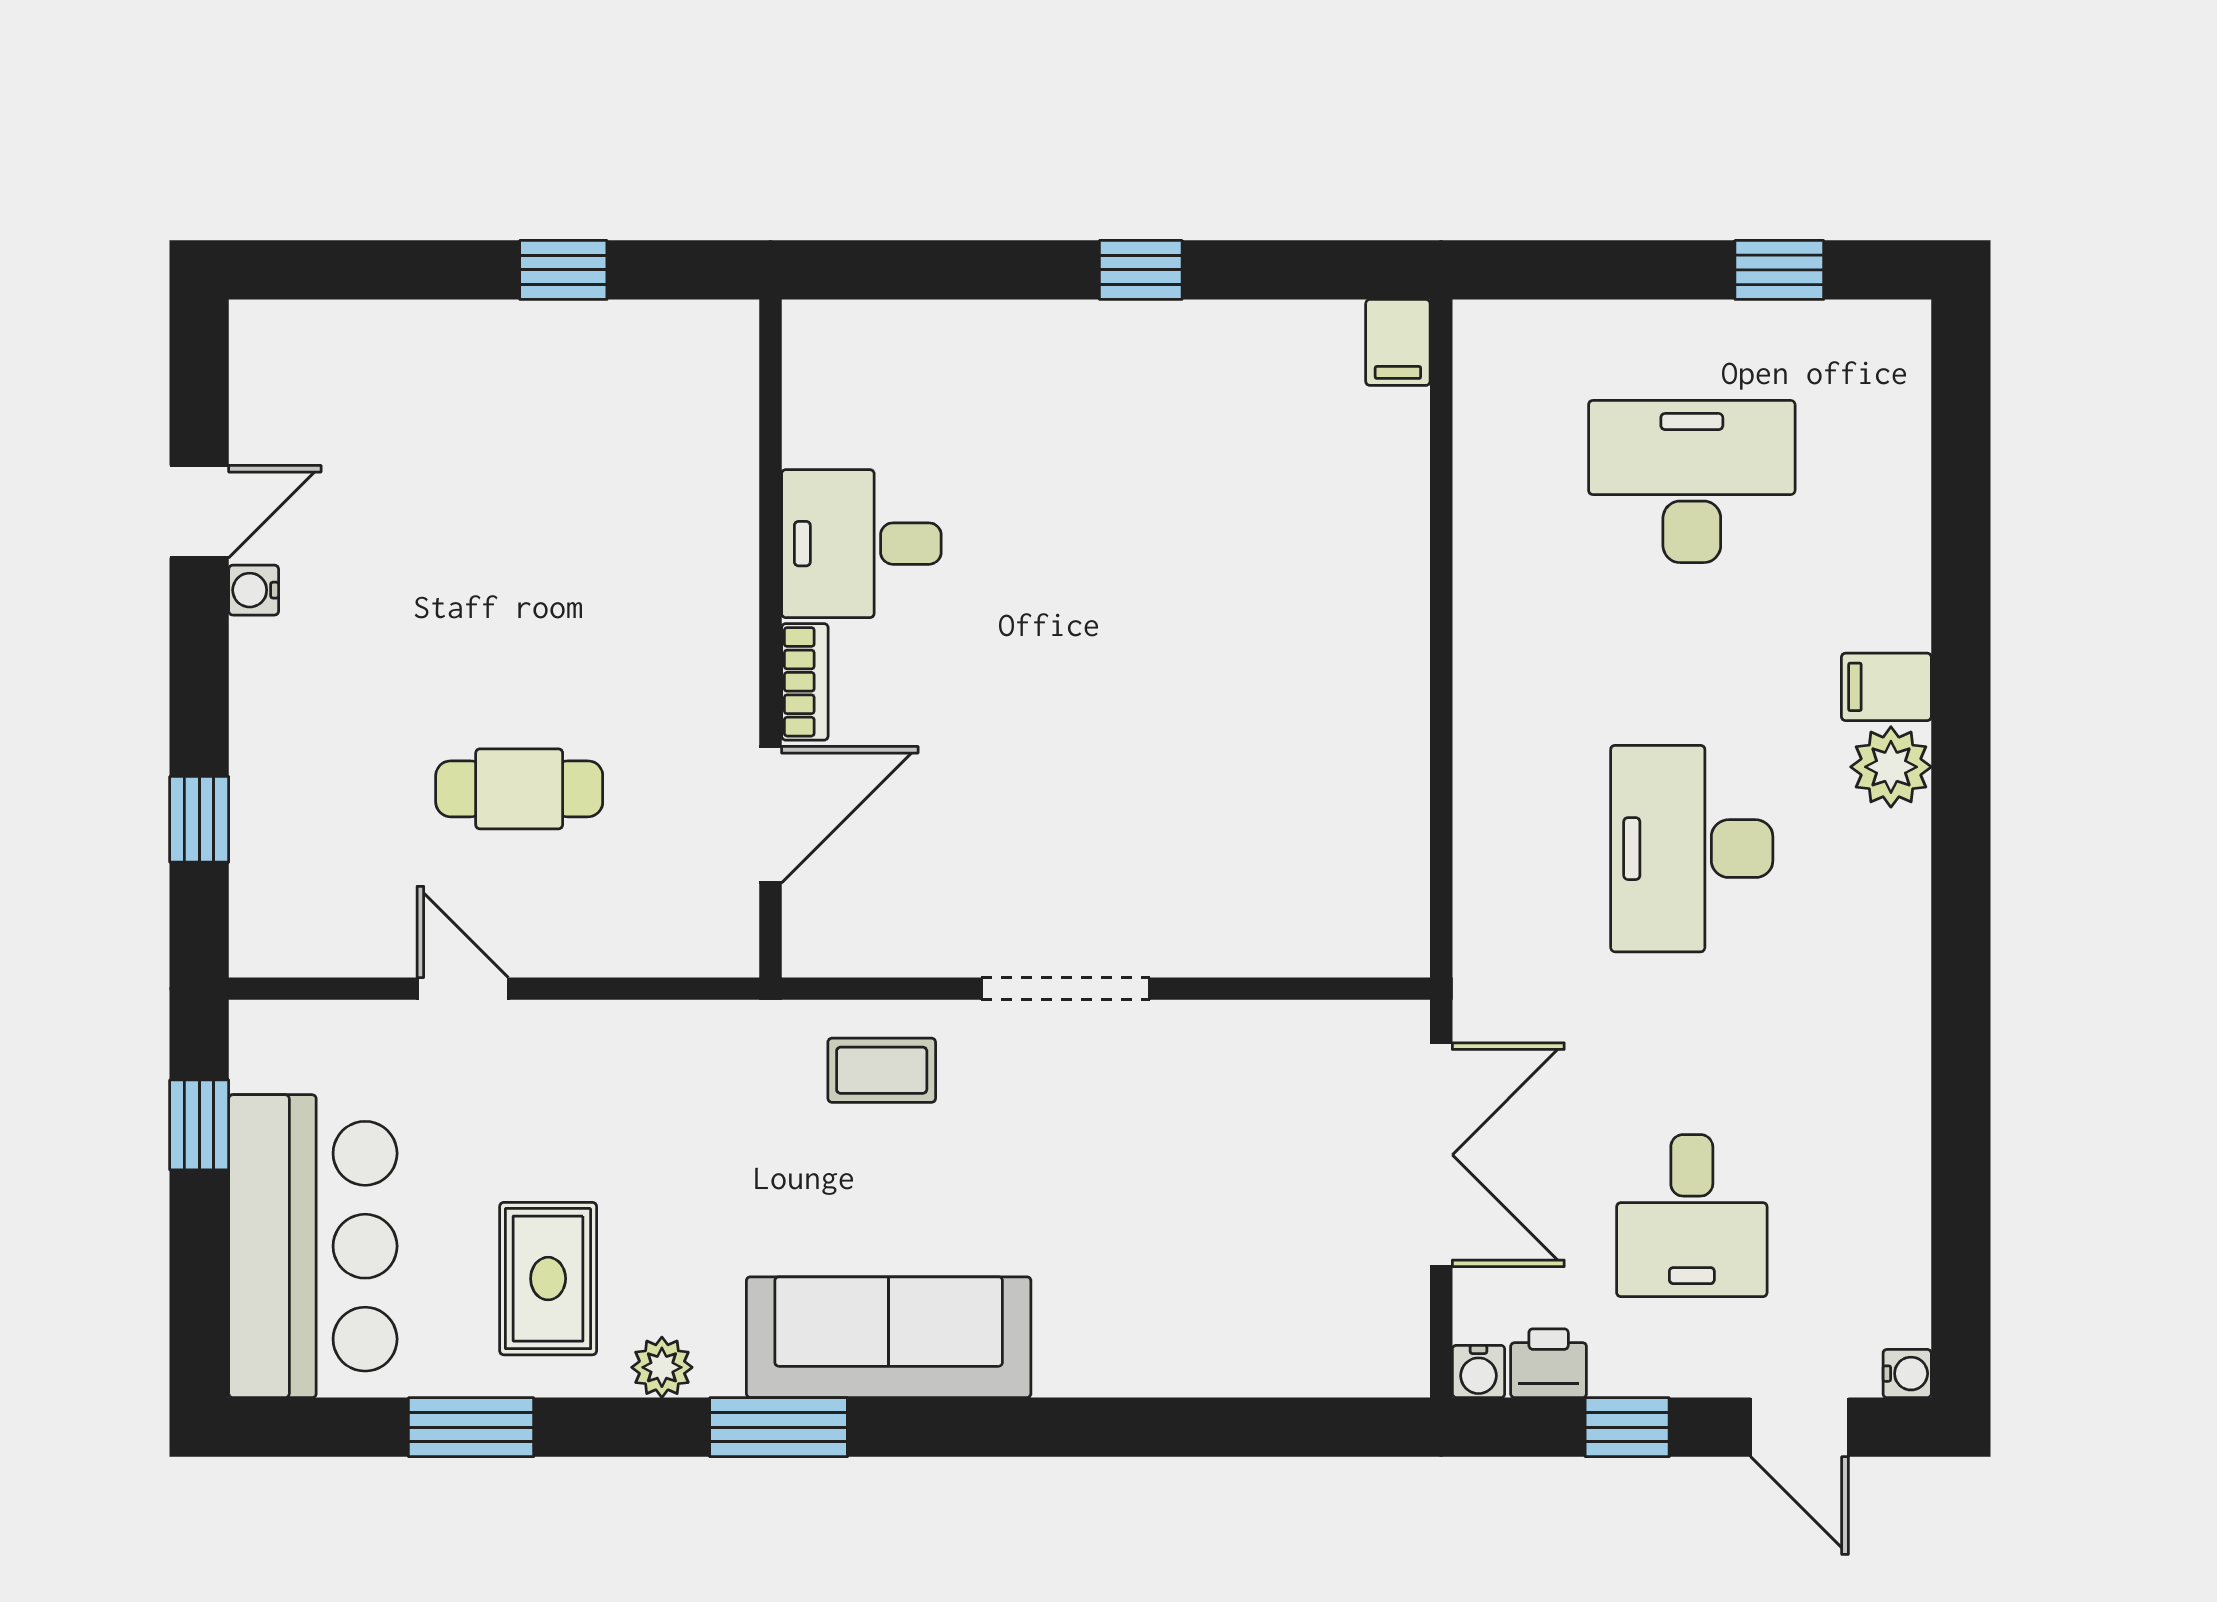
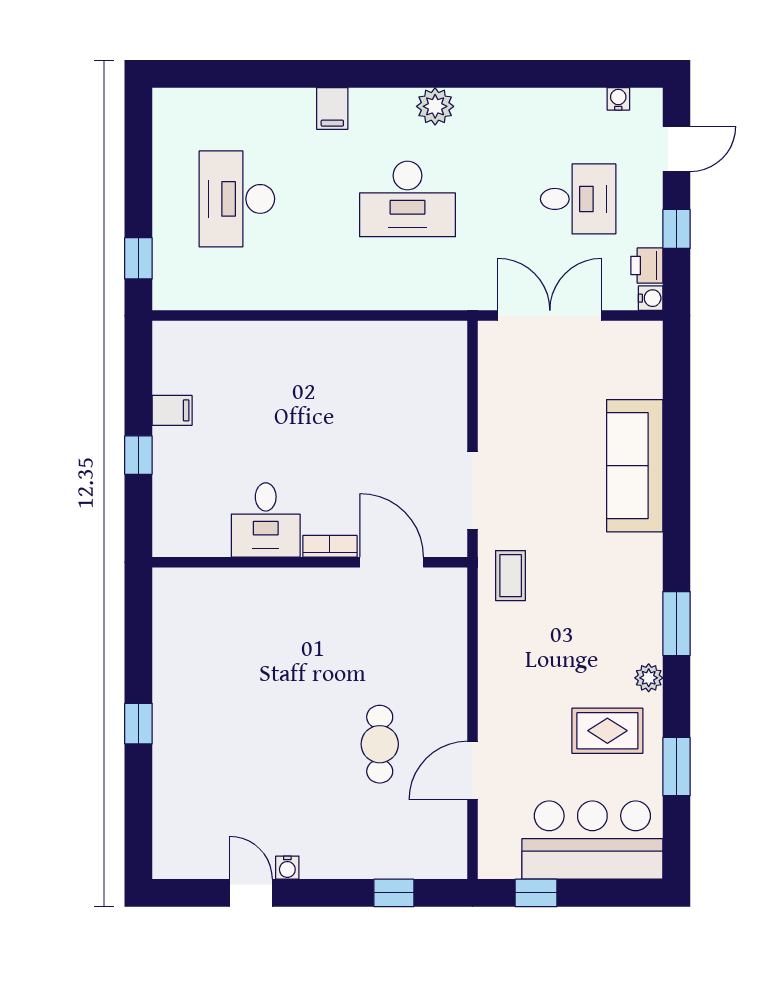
window: (1779, 270) -> (138, 258), moved
filing cabinet: (1398, 342) -> (172, 410), moved
desk: (861, 544) -> (266, 520), moved
wall: (770, 639) -> (310, 562), moved
bookcase: (805, 682) -> (330, 546), moved
plant: (1891, 767) -> (435, 106), moved
door: (770, 815) -> (392, 562), moved
door: (463, 989) -> (473, 770), width x1.38
sofa: (889, 1337) -> (635, 466), moved
water cooler: (1907, 1374) -> (618, 99), moved

